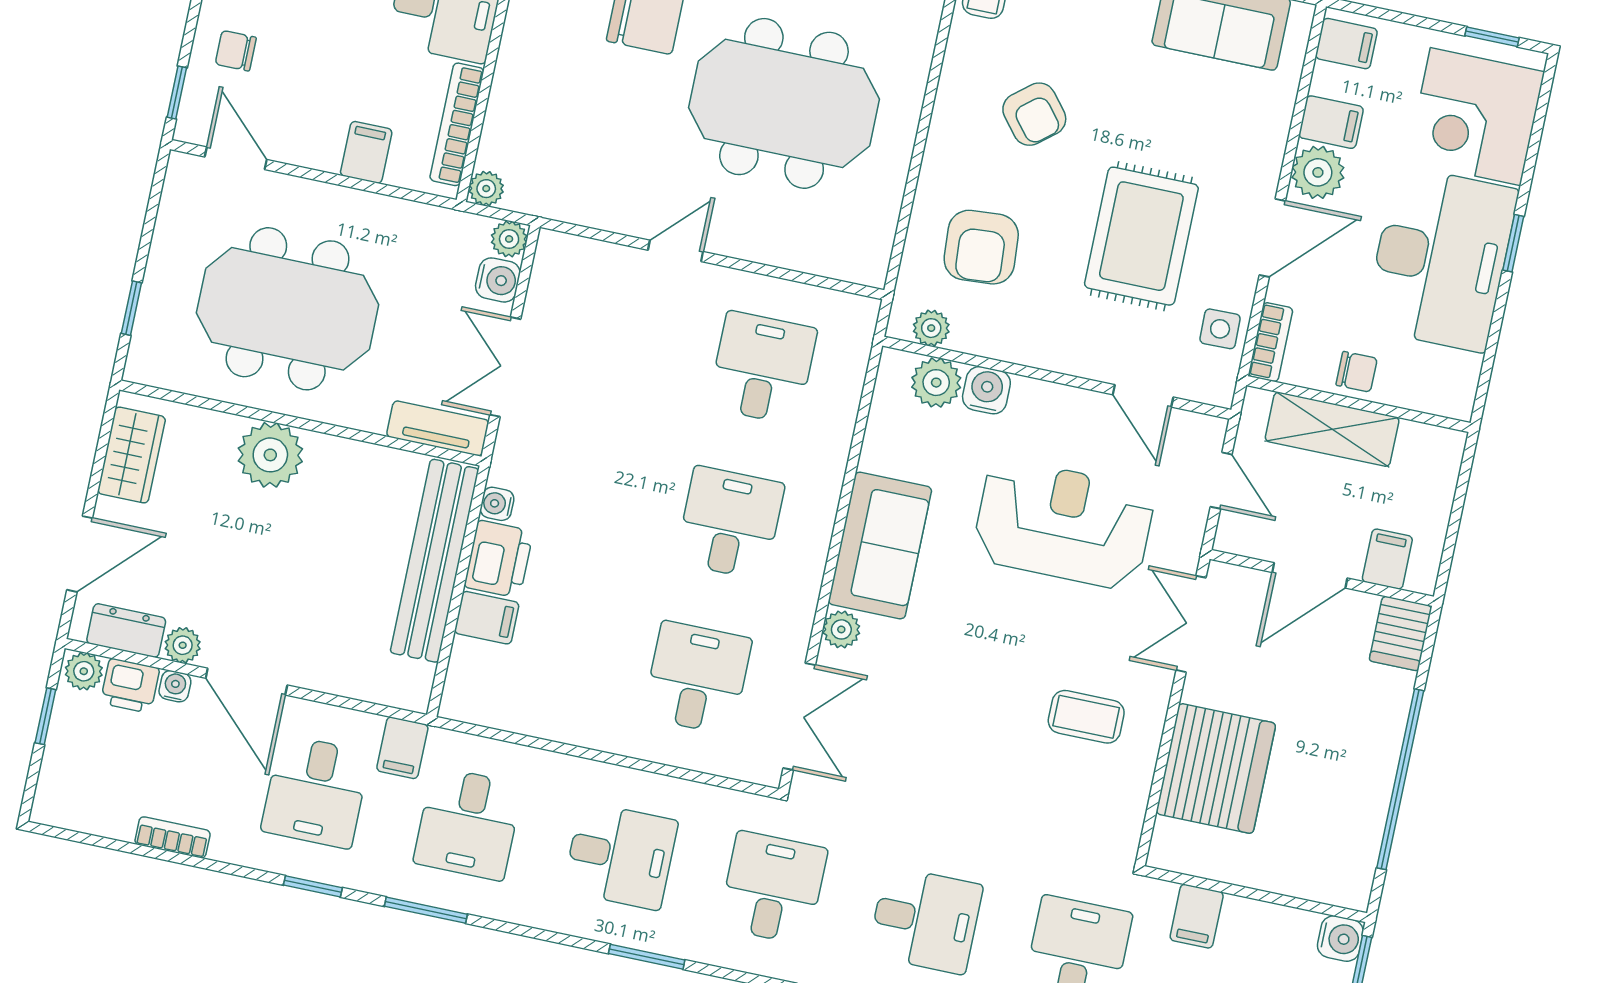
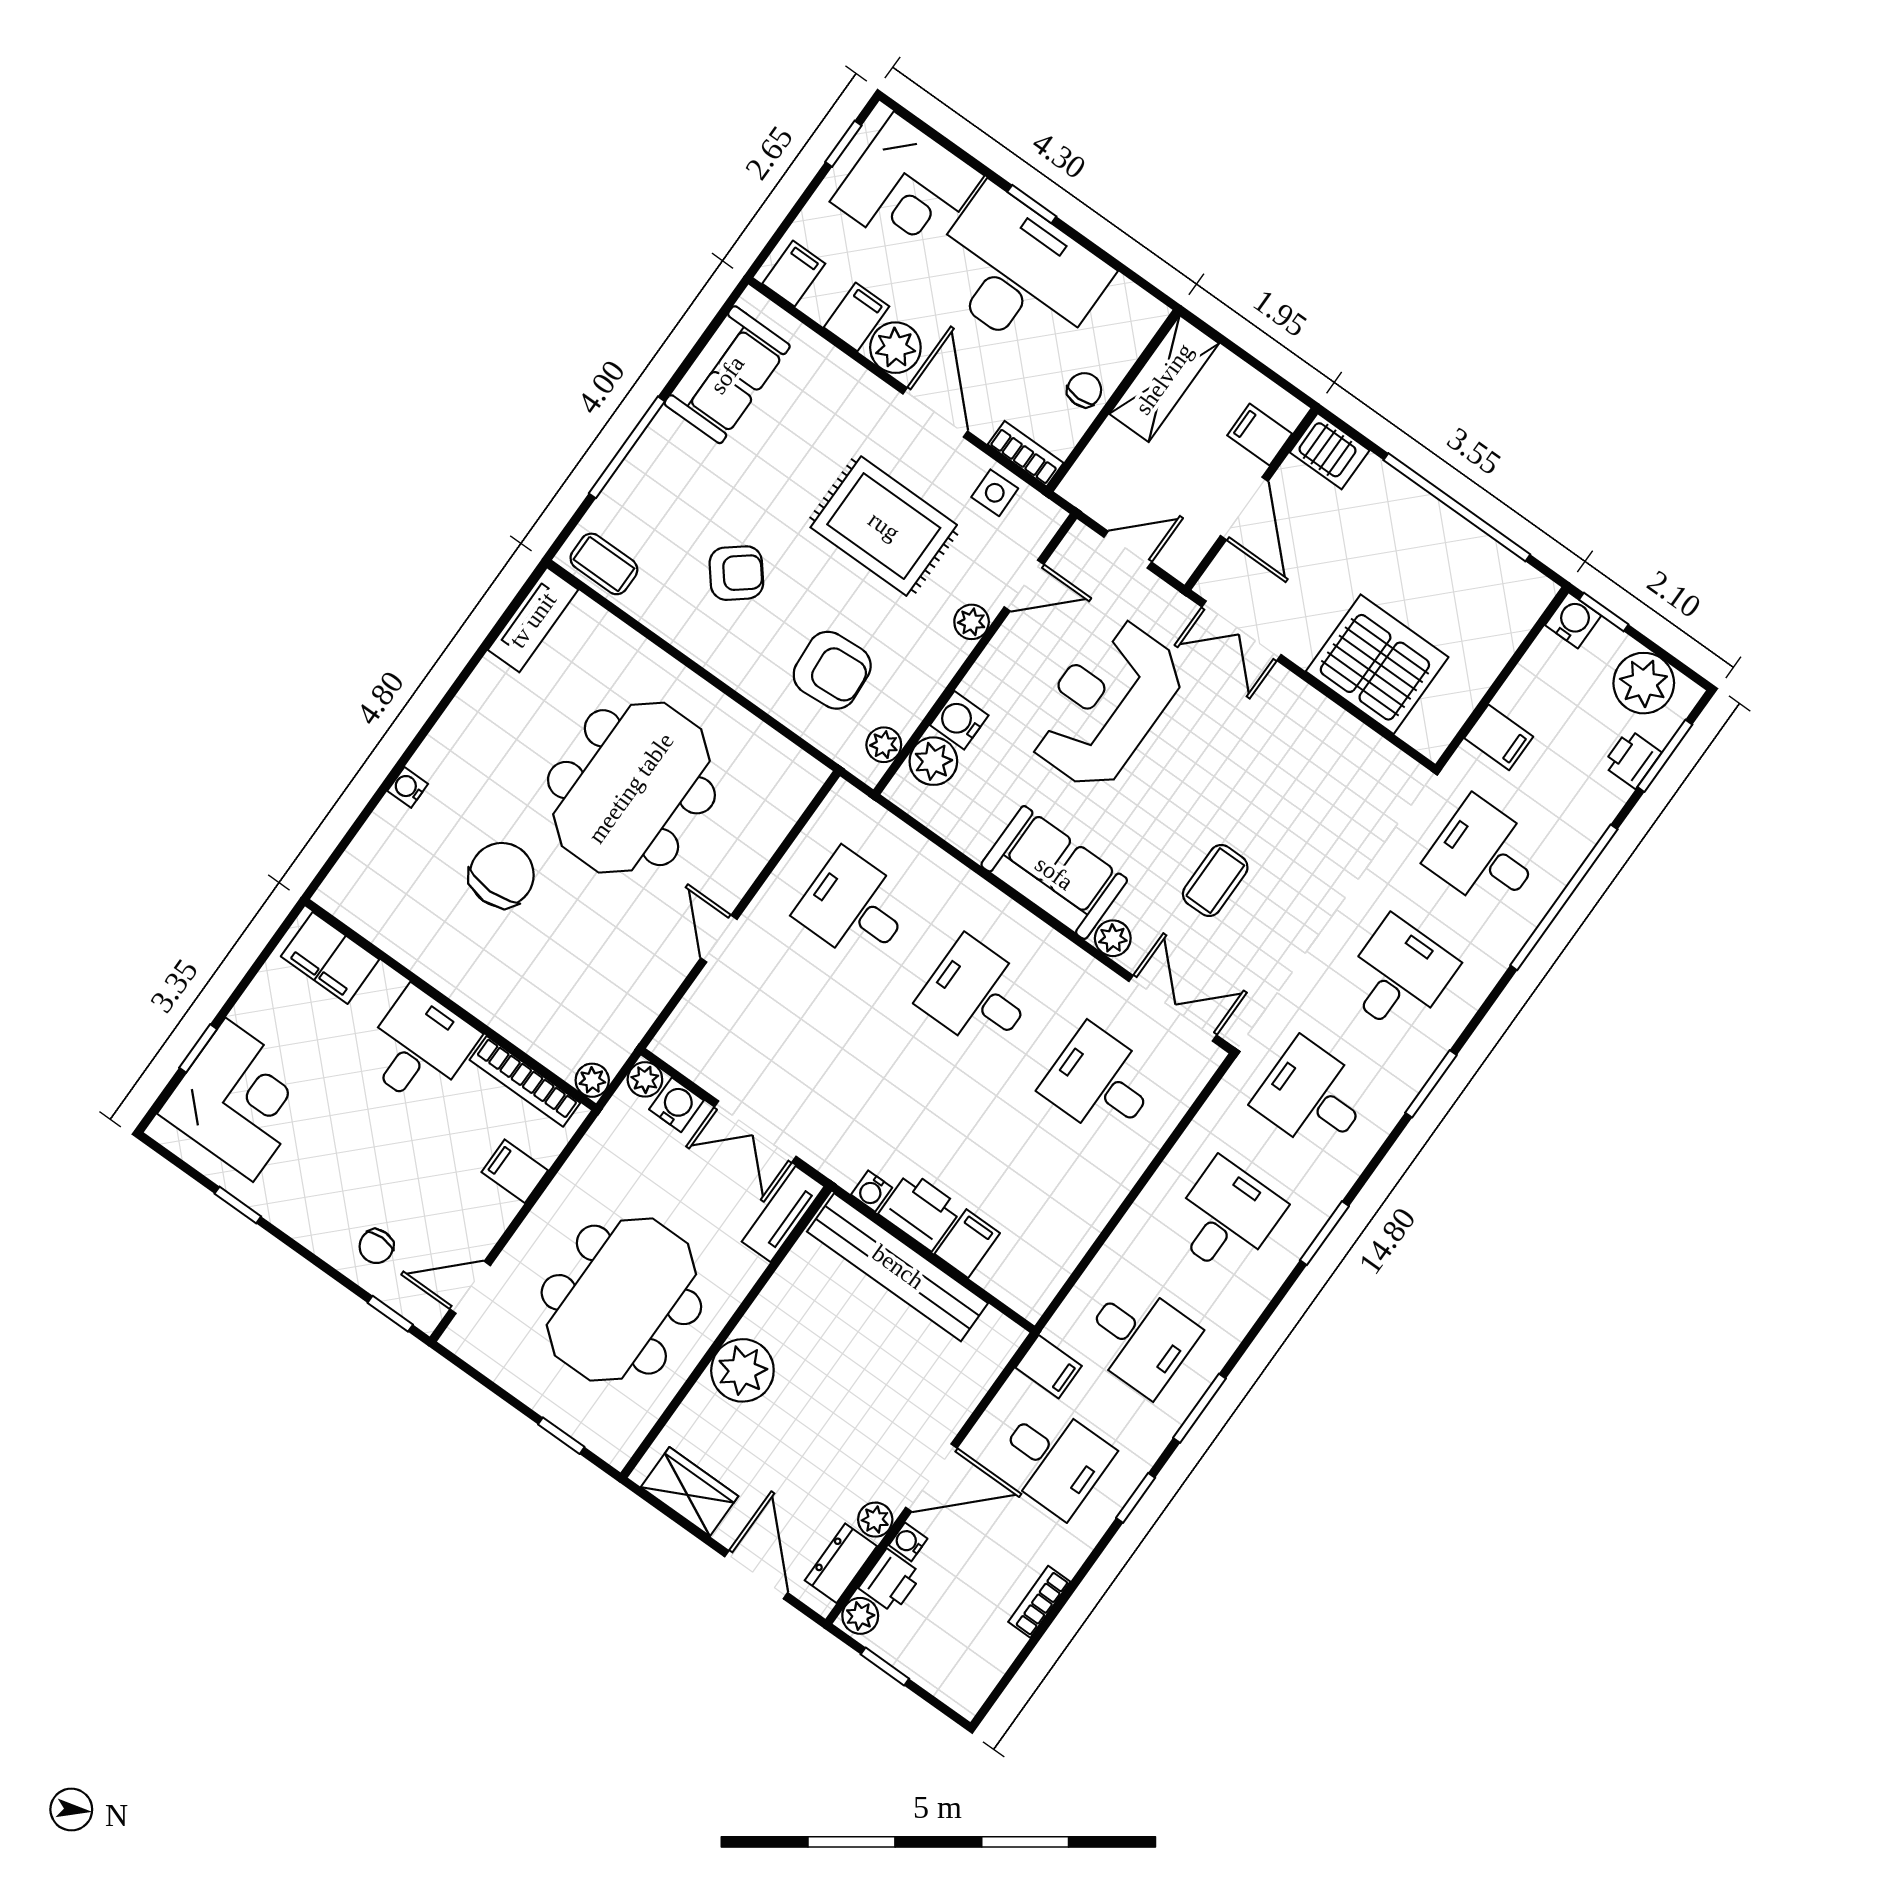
plant: (1086, 361) -> (972, 622), added
shelving: (1332, 429) -> (1164, 379), moved
coffee table: (1086, 717) -> (1215, 881), moved

